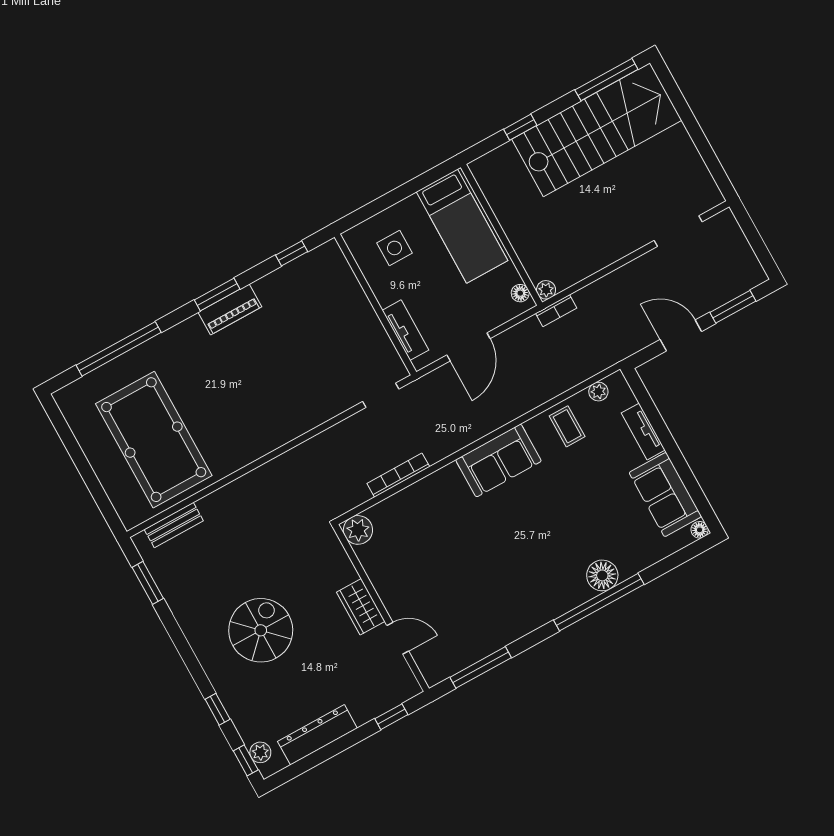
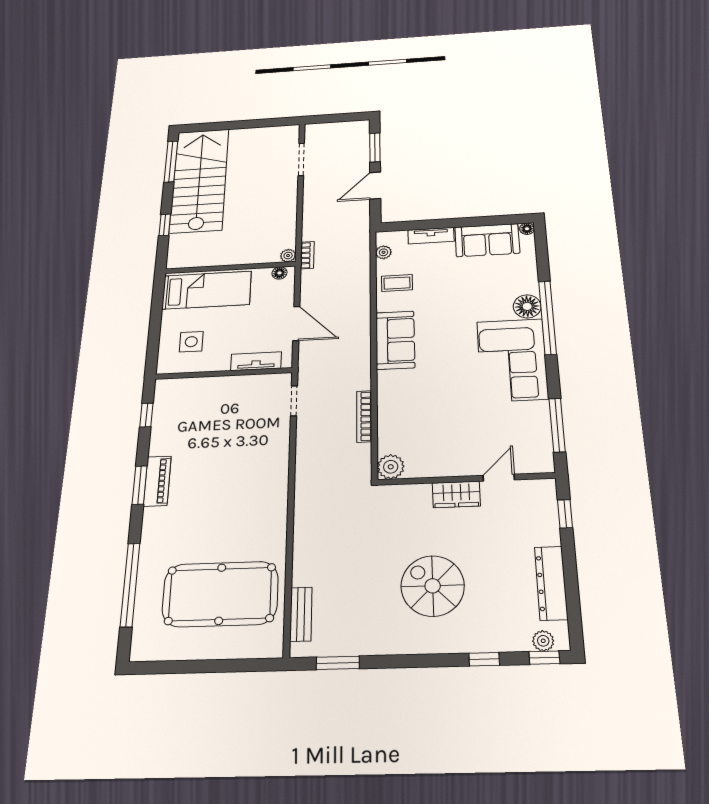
corner sofa: (532, 590) -> (512, 360), added

